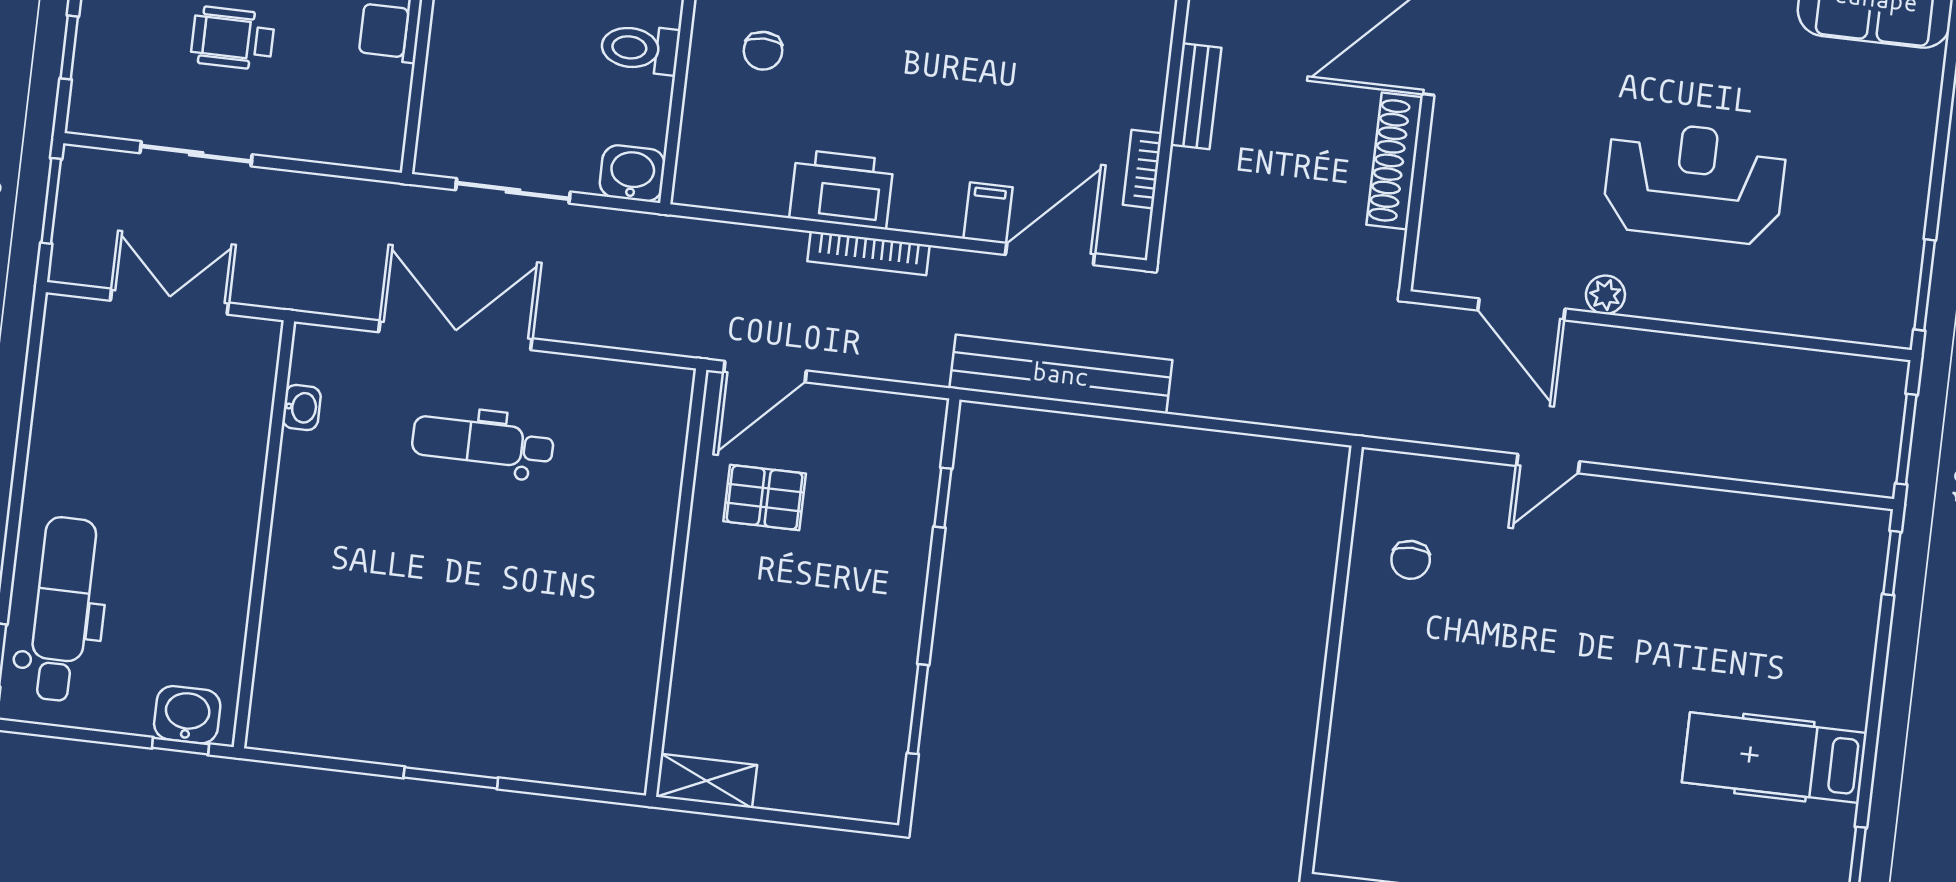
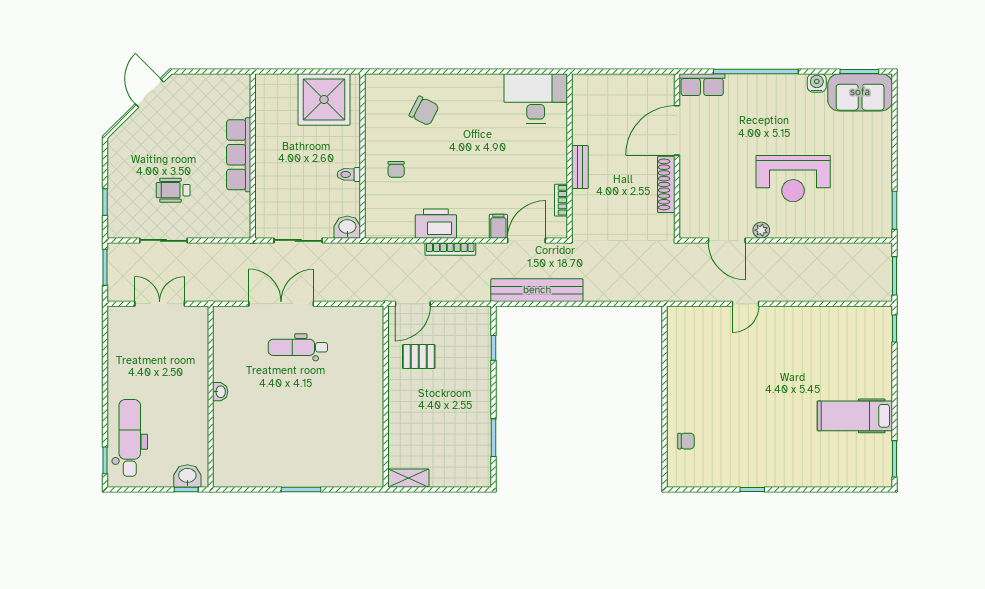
toilet: (640, 49) -> (349, 174), width x0.73, depth x0.72
reception desk: (1694, 182) -> (793, 179), turned 180
washbasin: (302, 408) -> (220, 392), moved
chair: (1411, 560) -> (686, 441), moved, turned -90

